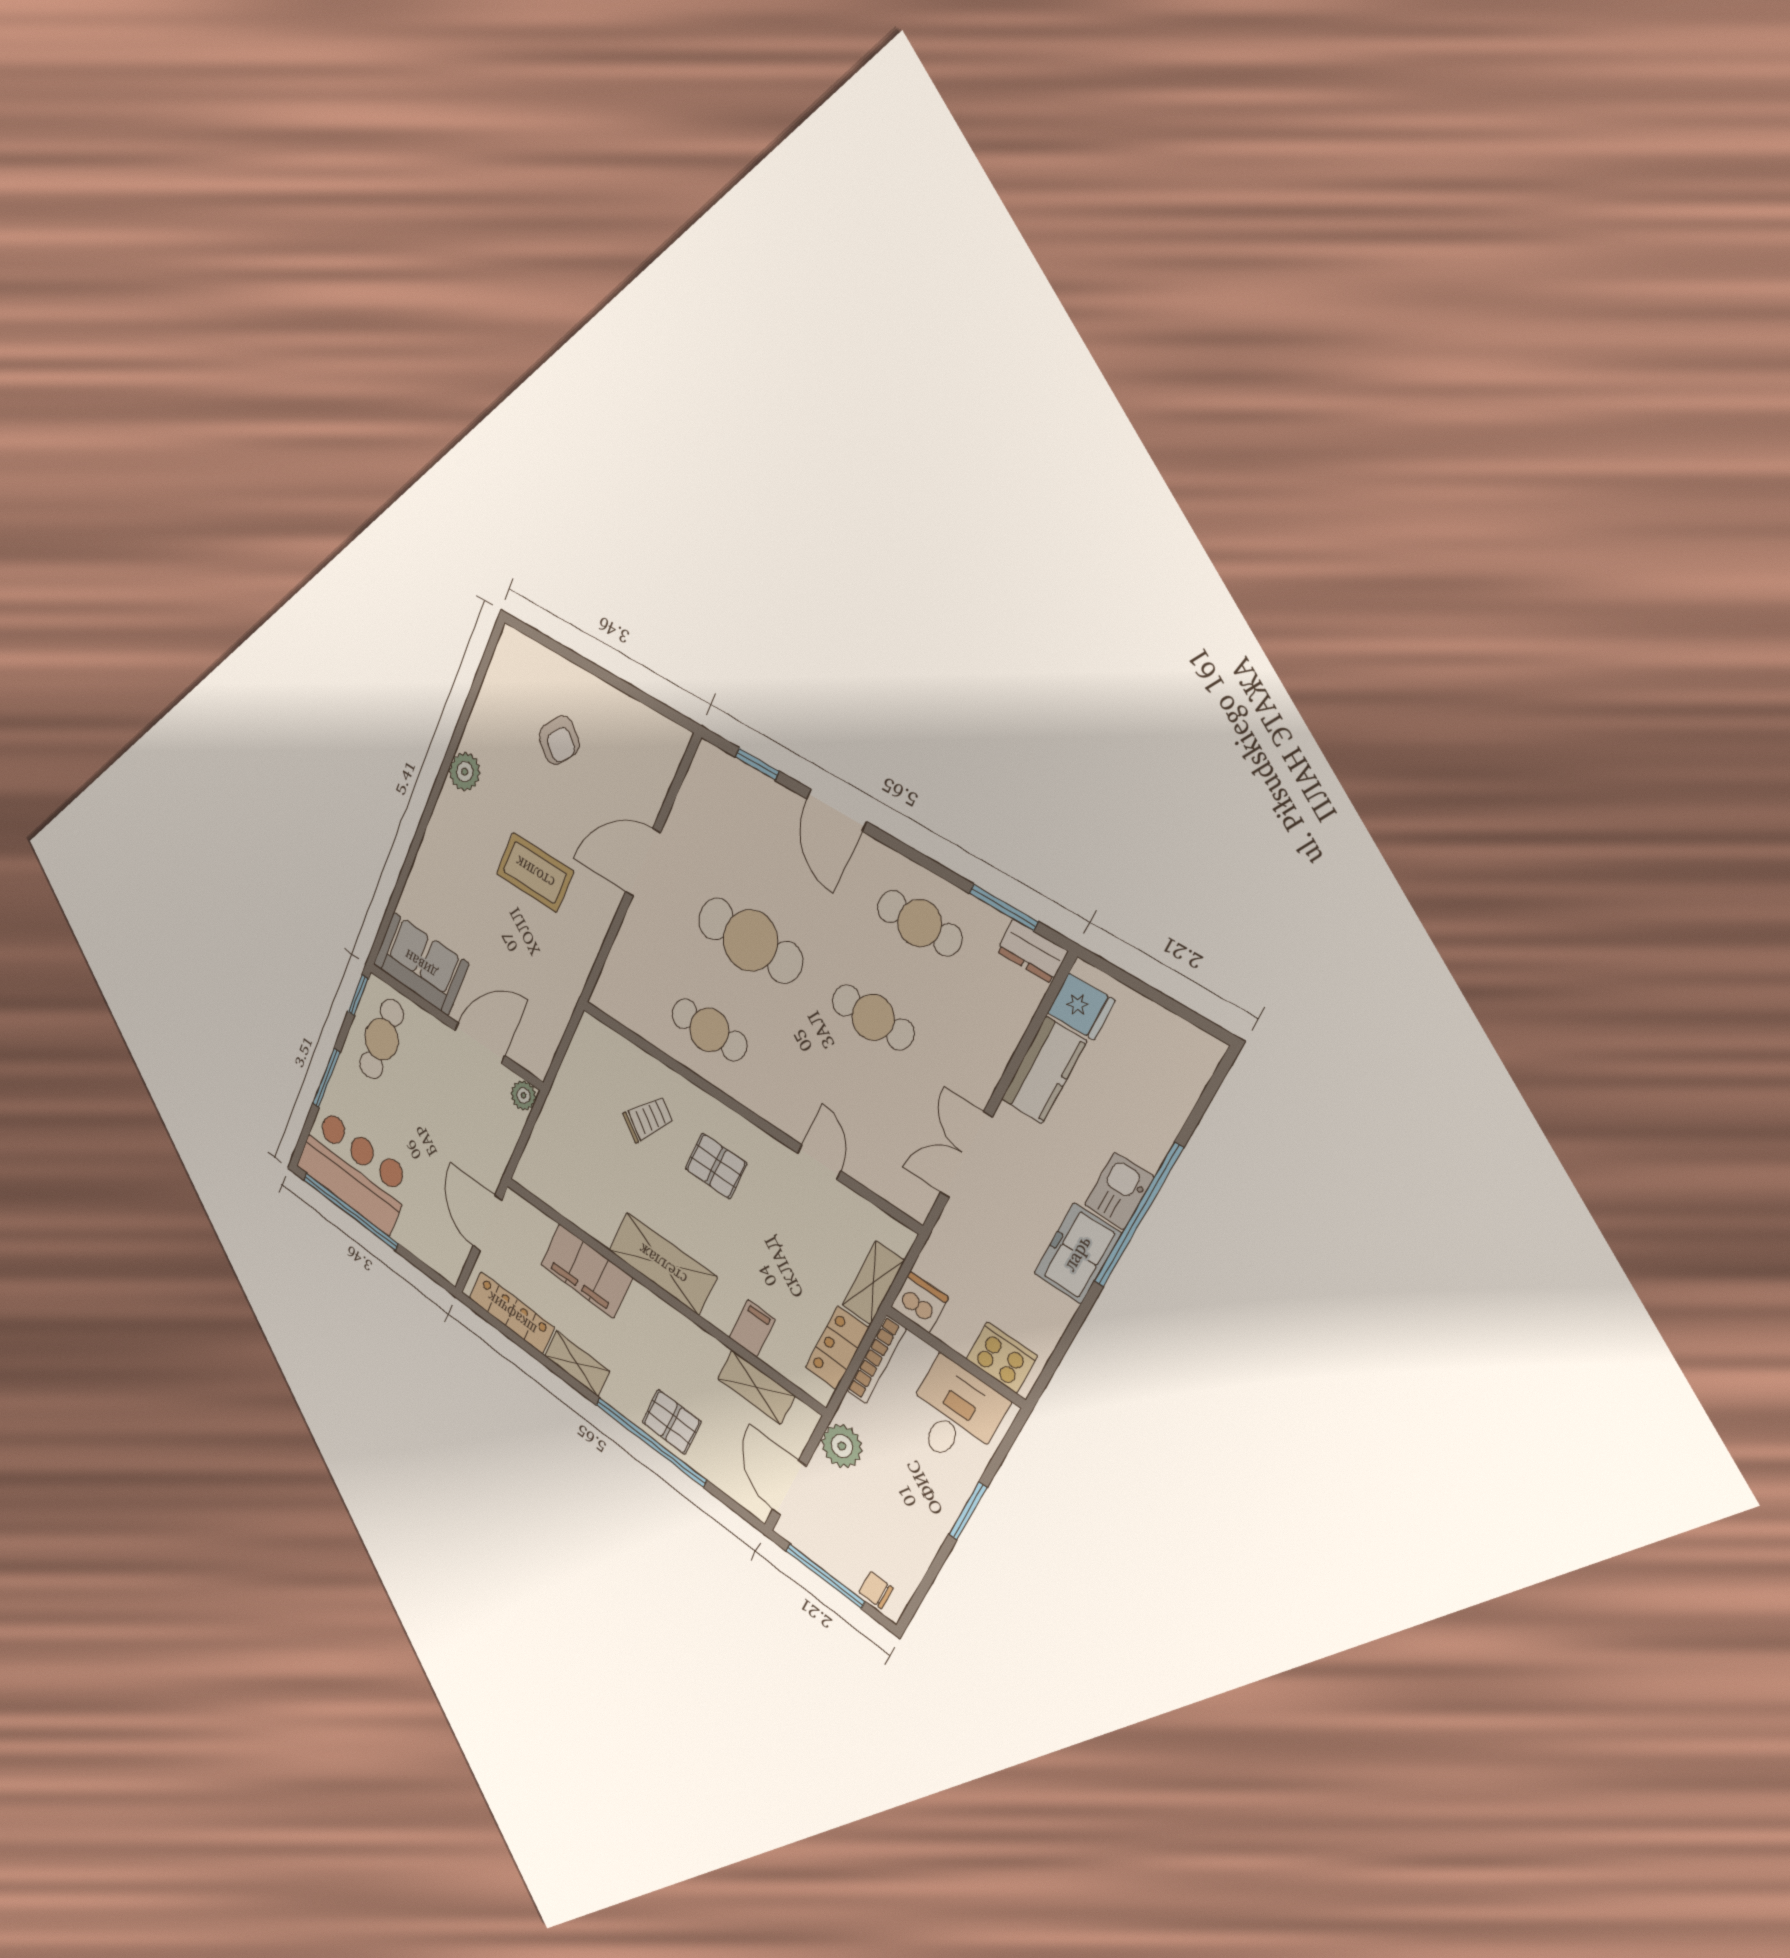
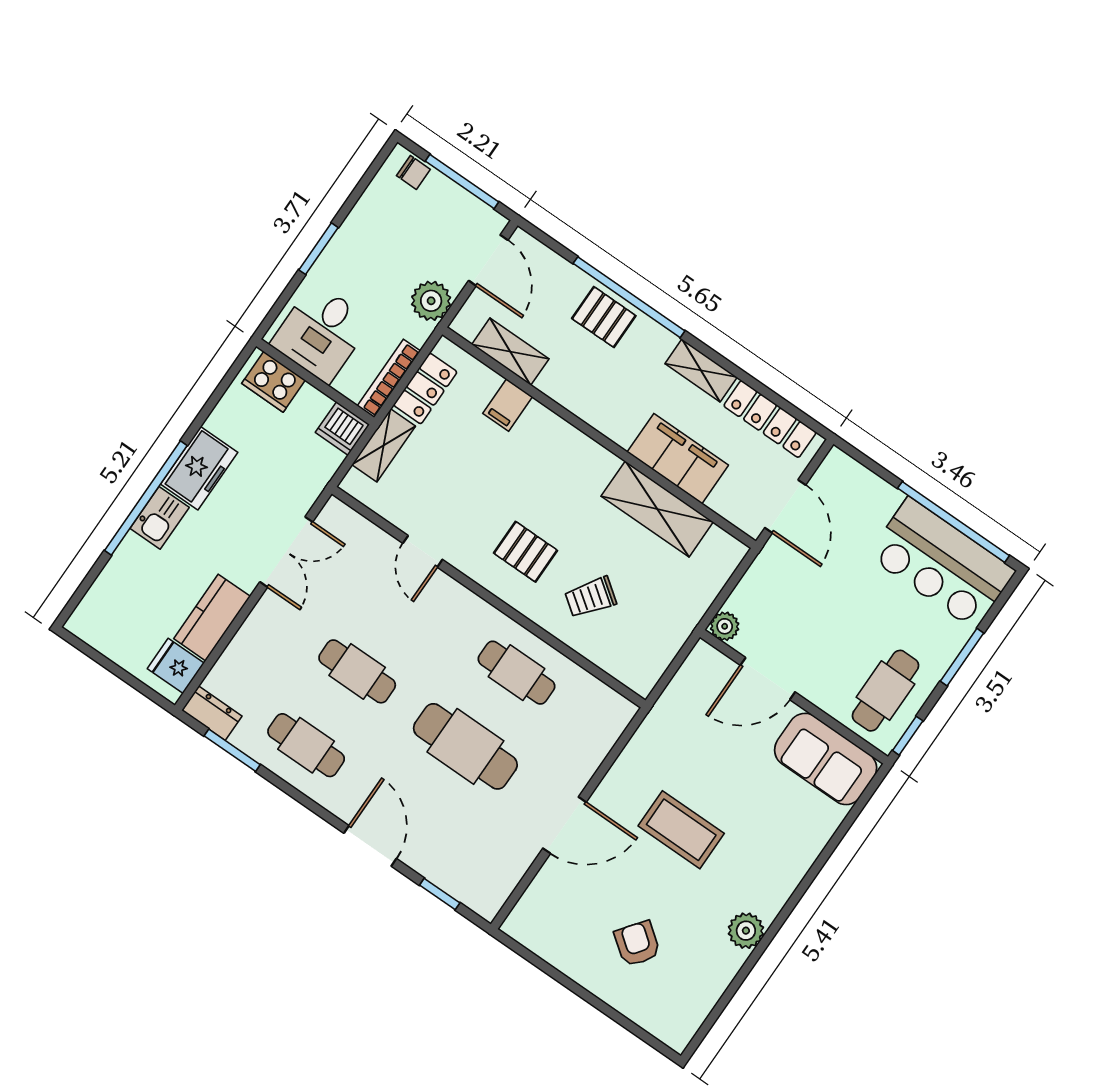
shelving: (663, 1264) -> (657, 509), moved

